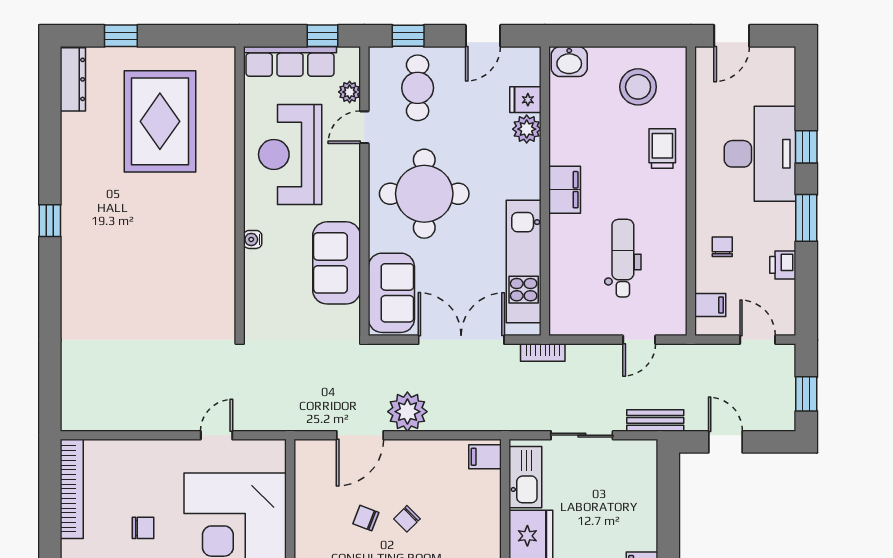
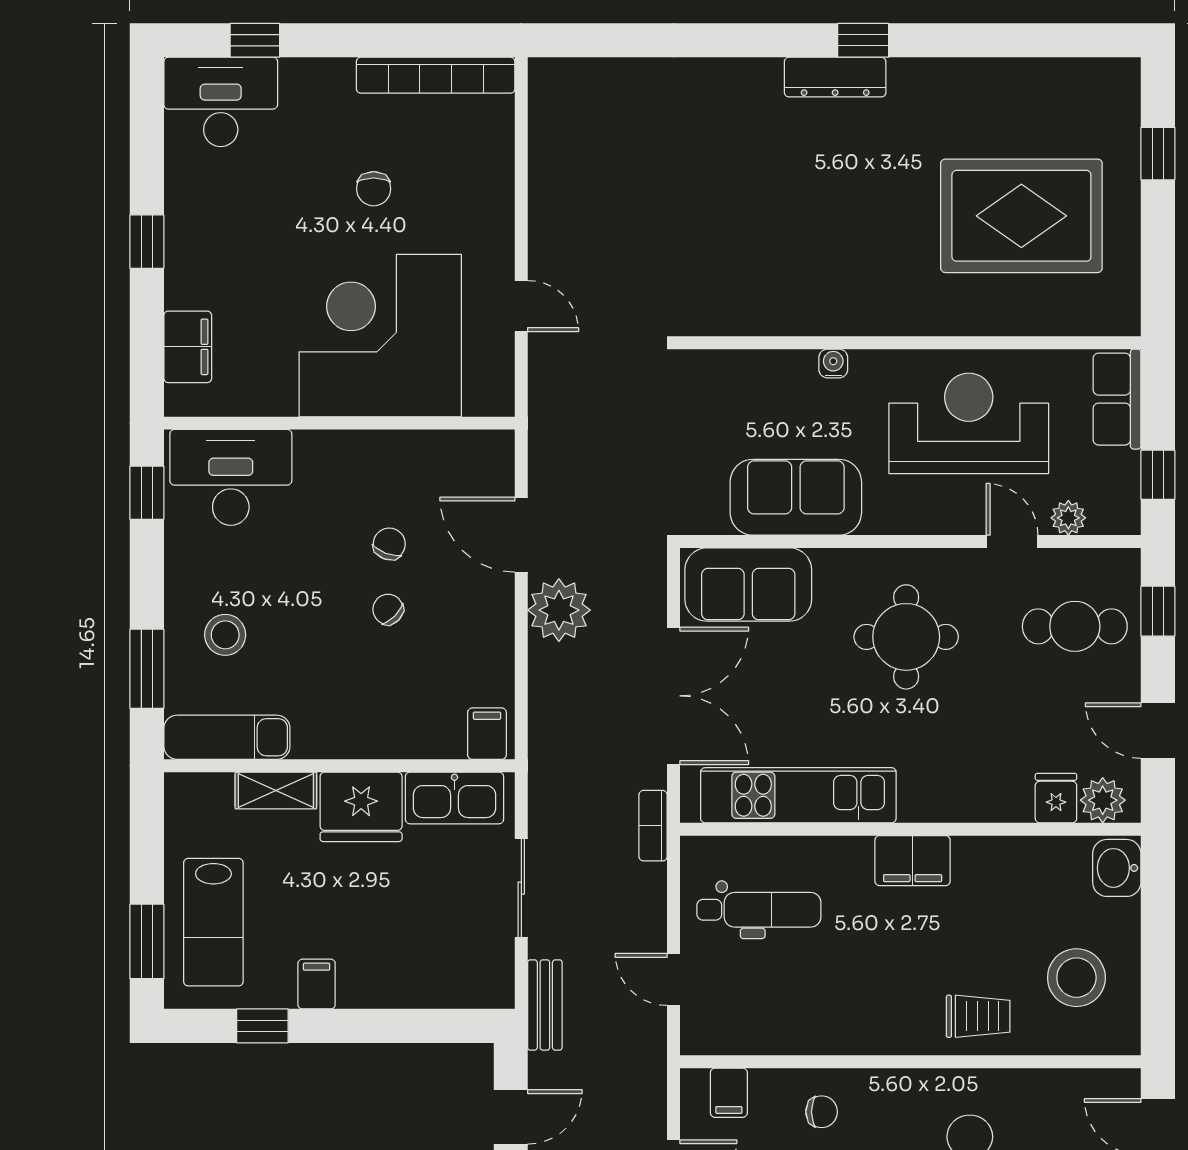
row of seats: (290, 61) -> (1117, 399), width x0.68
dresser: (73, 79) -> (835, 77), moved
plant: (527, 129) -> (1103, 800), moved
round table: (424, 194) -> (906, 637), width x0.73, depth x0.73
dental chair: (623, 258) -> (759, 910), moved

